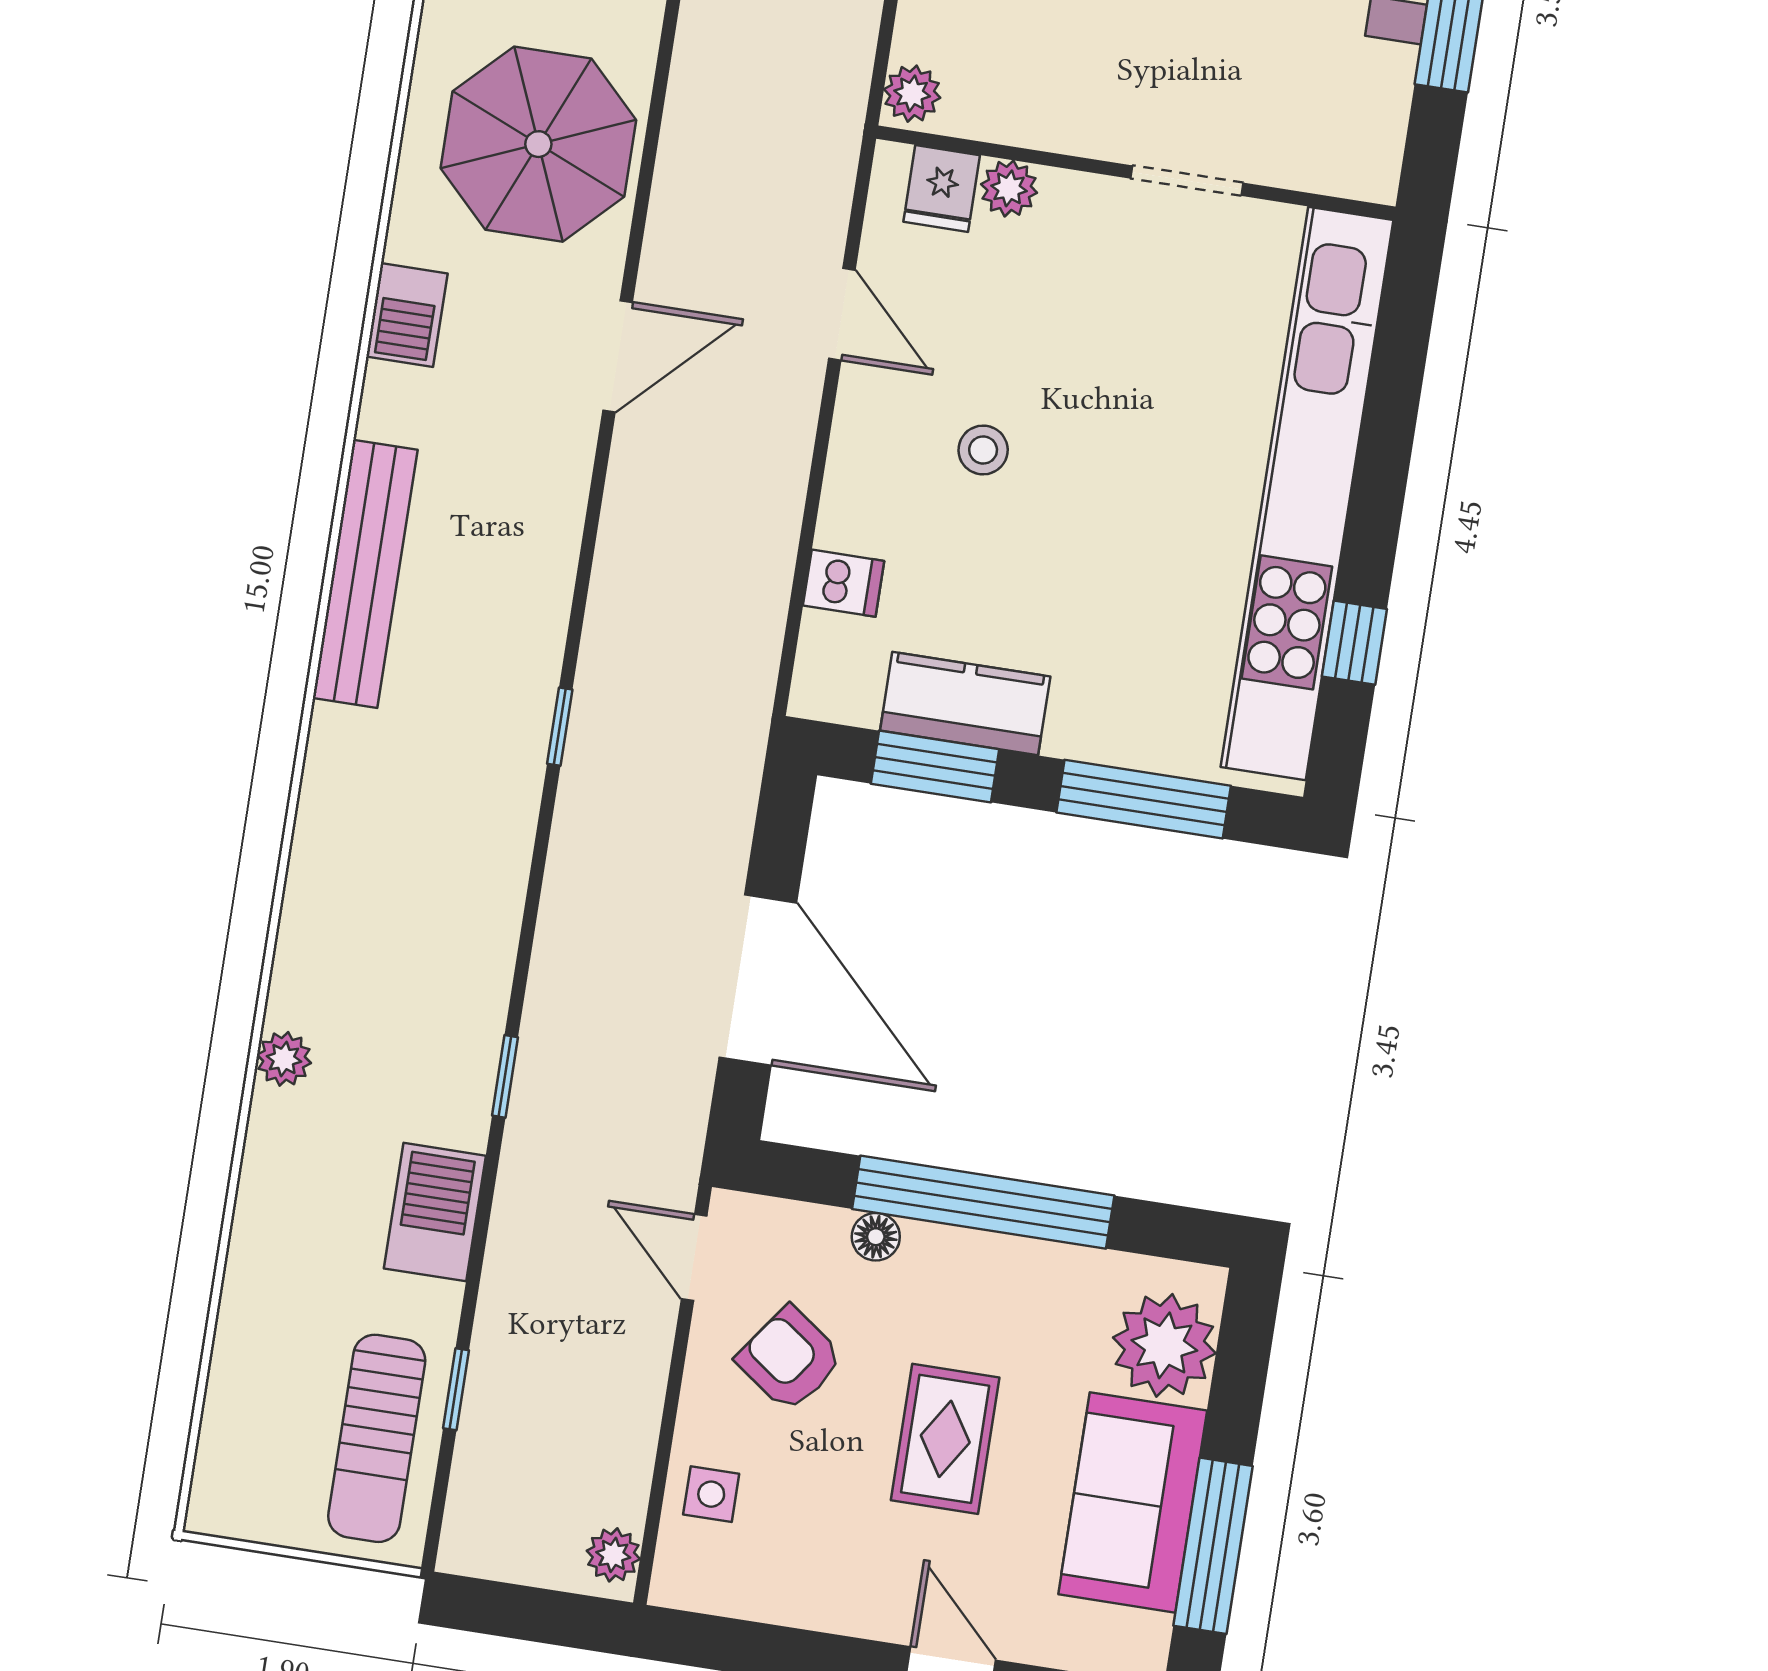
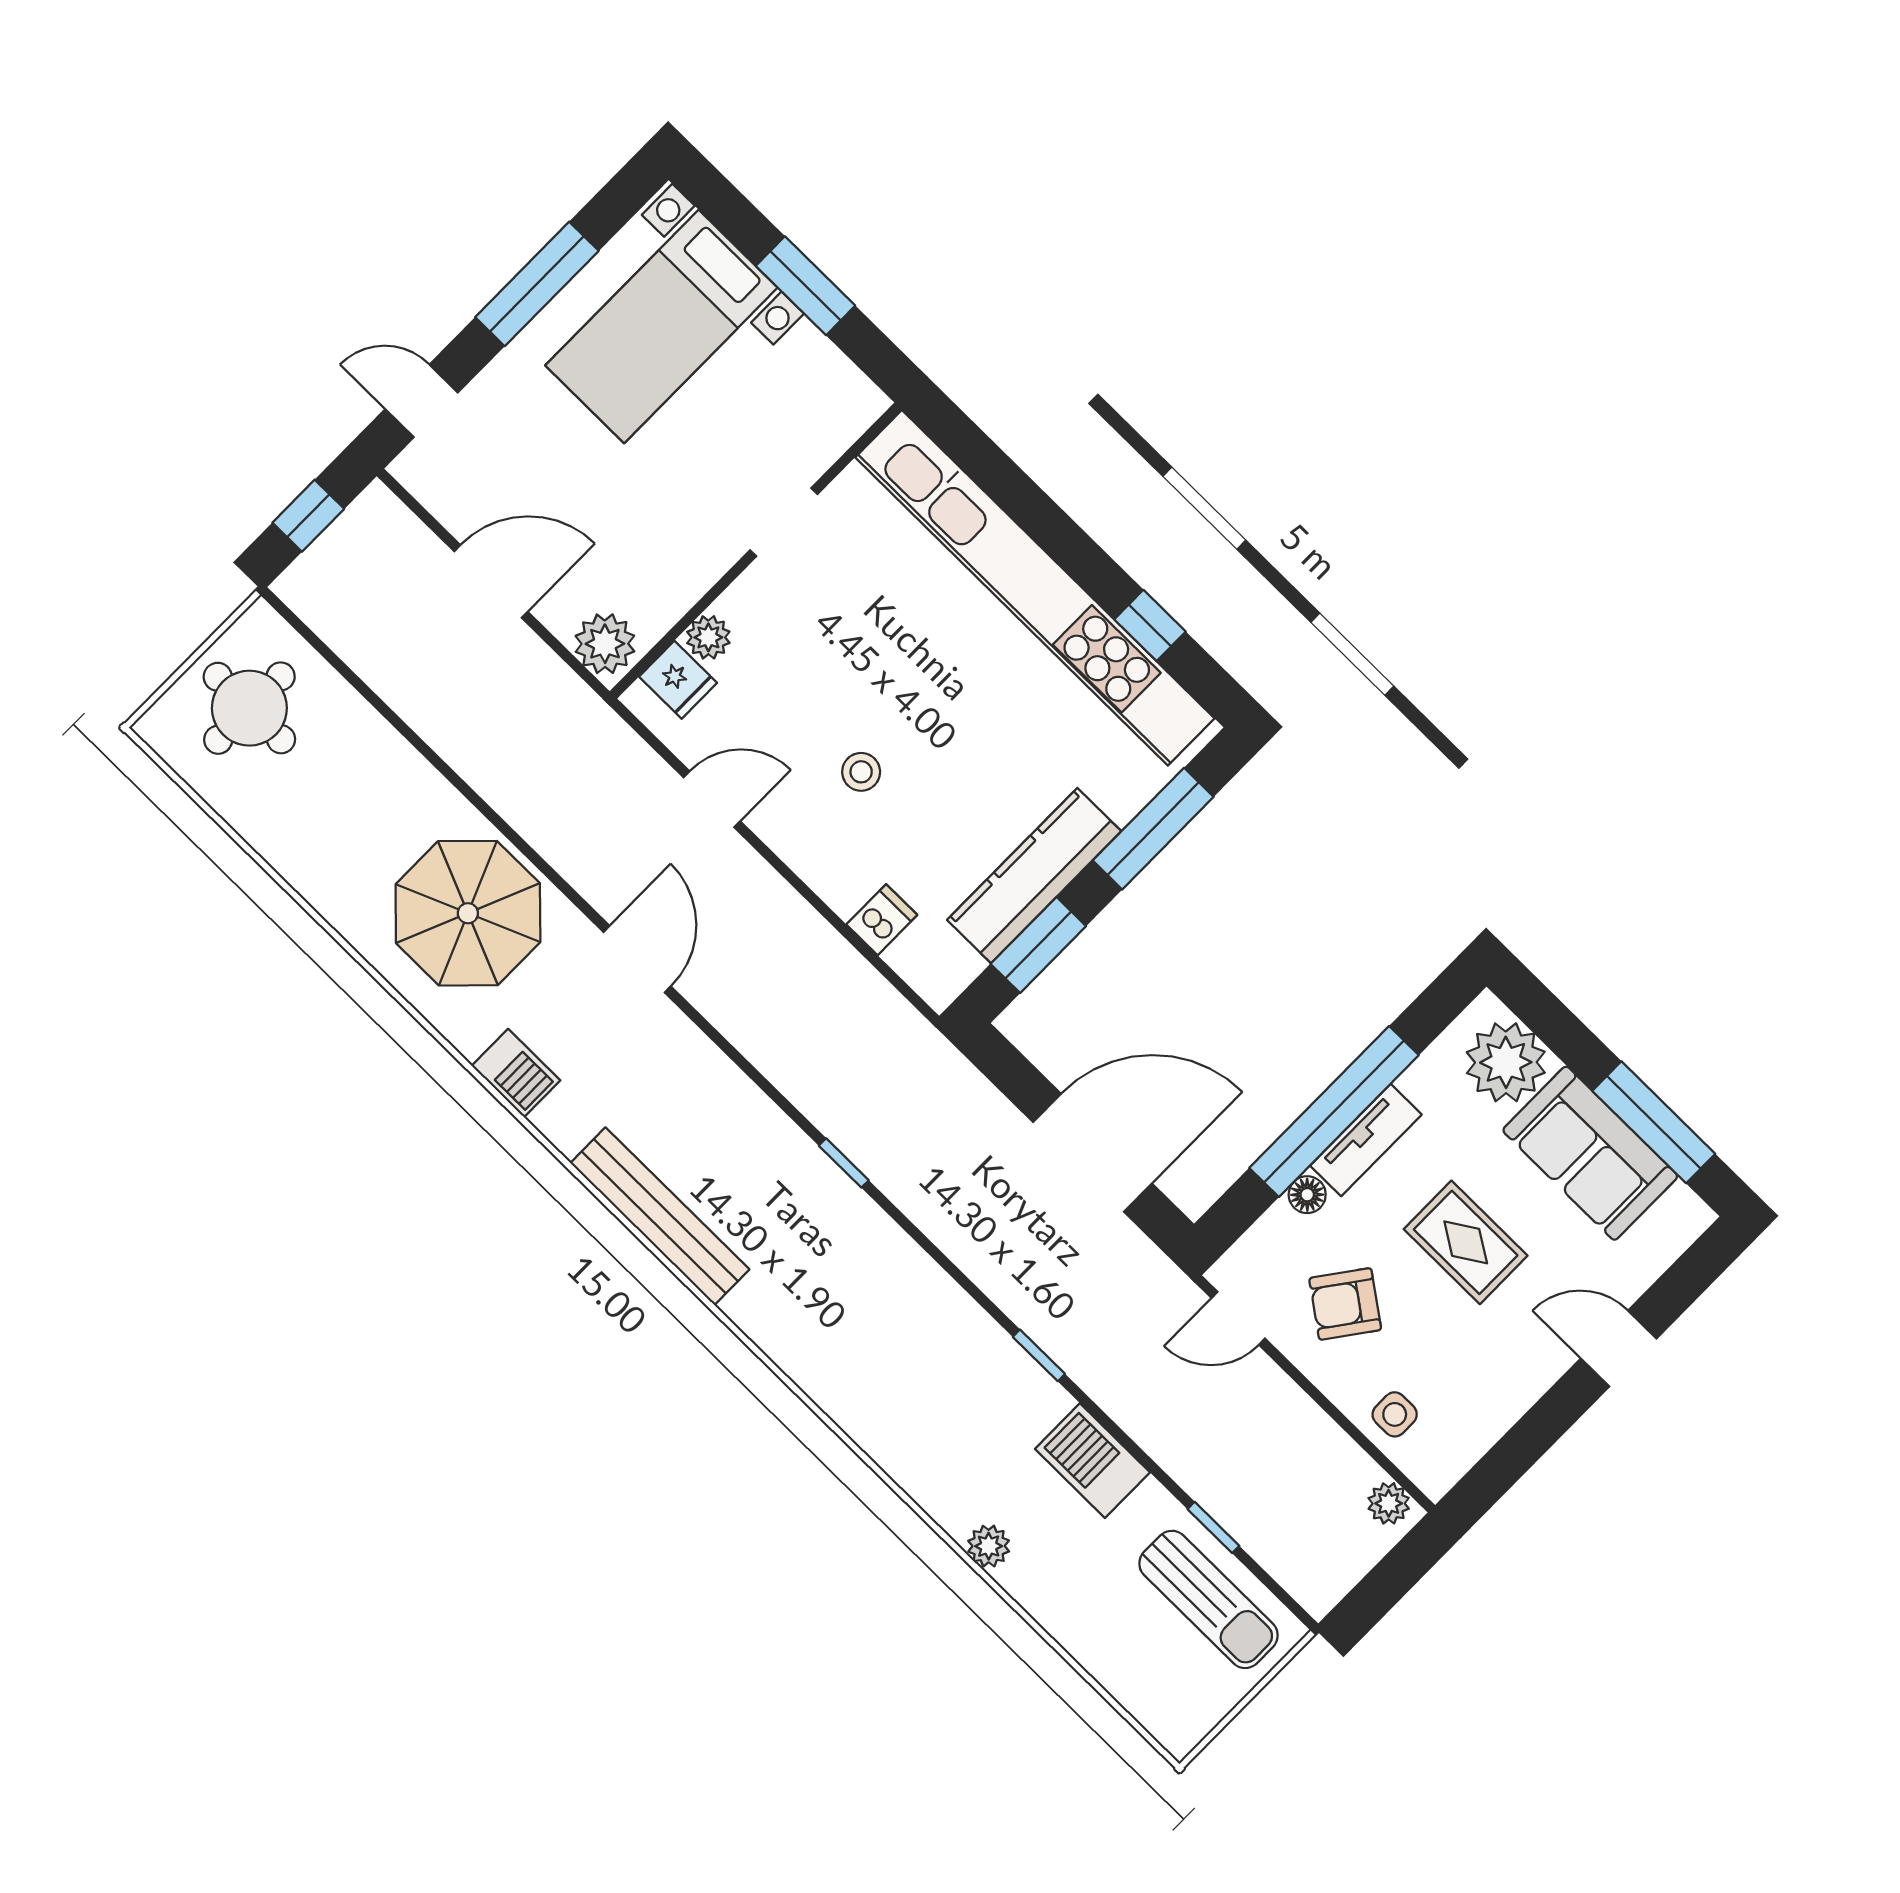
plant: (912, 94) -> (605, 644), width x1.38, depth x1.38
kitchen counter: (965, 704) -> (1034, 876), width x1.50
plant: (284, 1059) -> (989, 1546), moved
tv unit: (977, 1257) -> (1366, 1140), added

